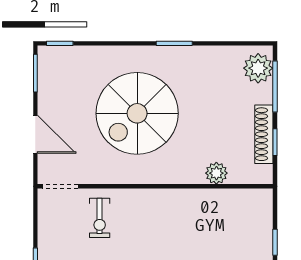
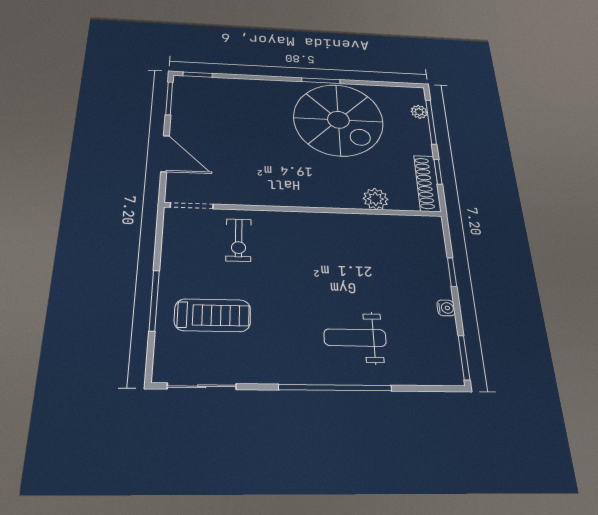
plant: (258, 68) -> (419, 112), width x0.53, depth x0.53
spiral stairs: (137, 113) -> (338, 120), moved, turned -90
shoe rack: (264, 134) -> (427, 183), moved

